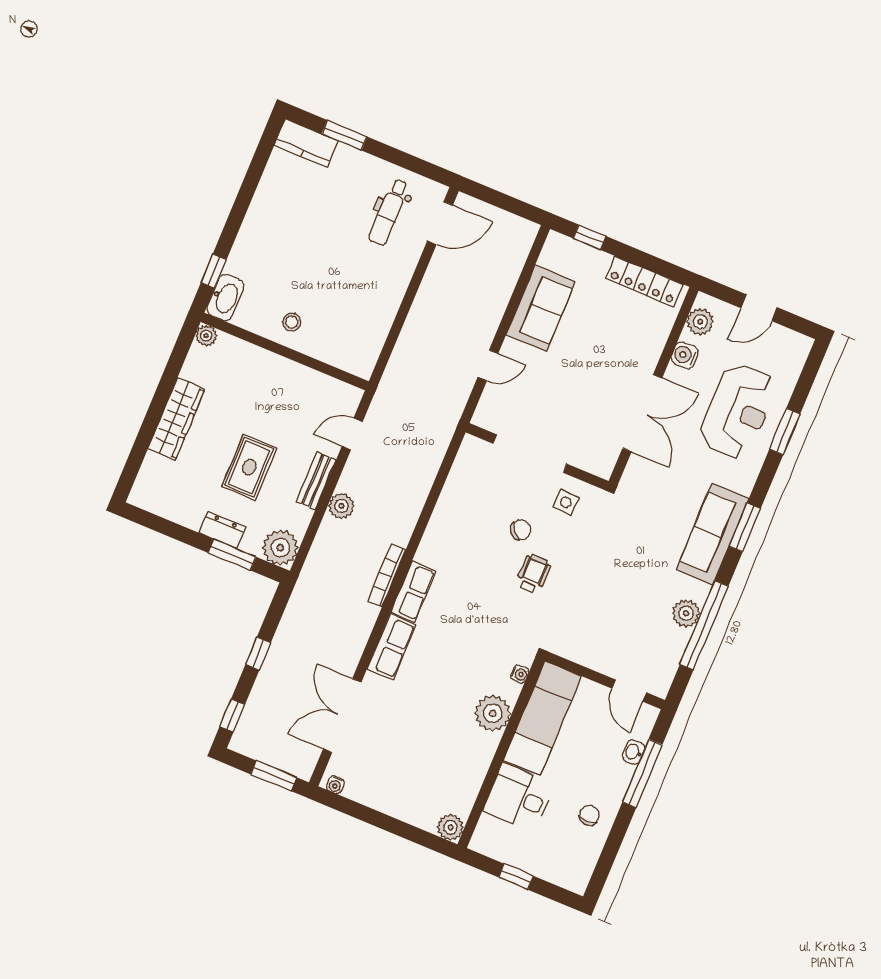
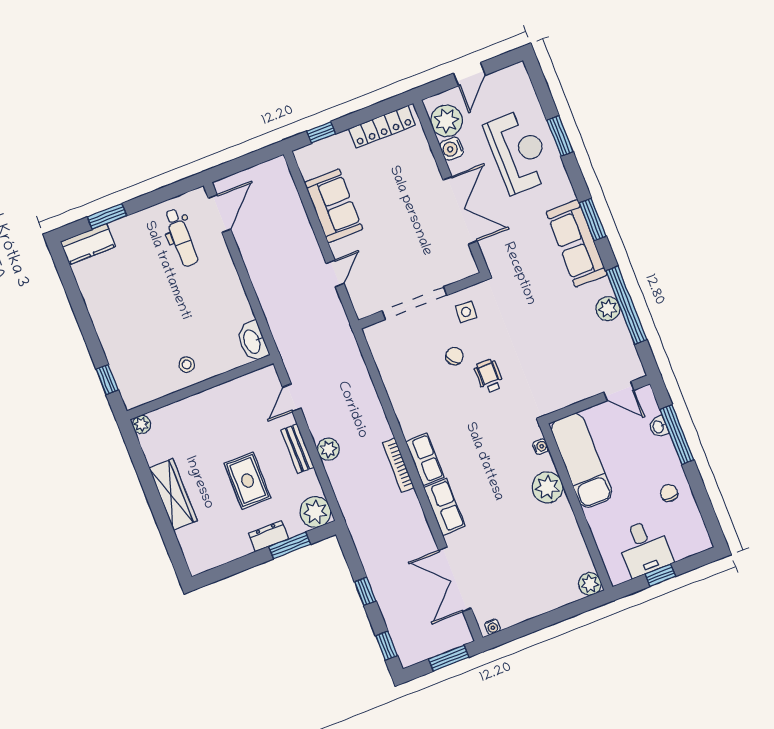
washbasin: (225, 298) -> (253, 341), moved, turned 180
plant: (700, 322) -> (447, 121), width x1.36, depth x1.36
desk: (519, 797) -> (644, 548), moved, turned -90

